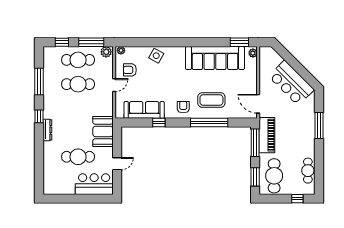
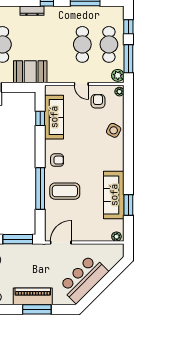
window: (239, 42) -> (128, 205), moved
sofa: (215, 58) -> (114, 195), width x0.74, depth x0.79
coffee table: (211, 100) -> (65, 191), turned 90
window: (159, 122) -> (40, 118), moved
piano: (267, 135) -> (33, 296), moved, turned 180

